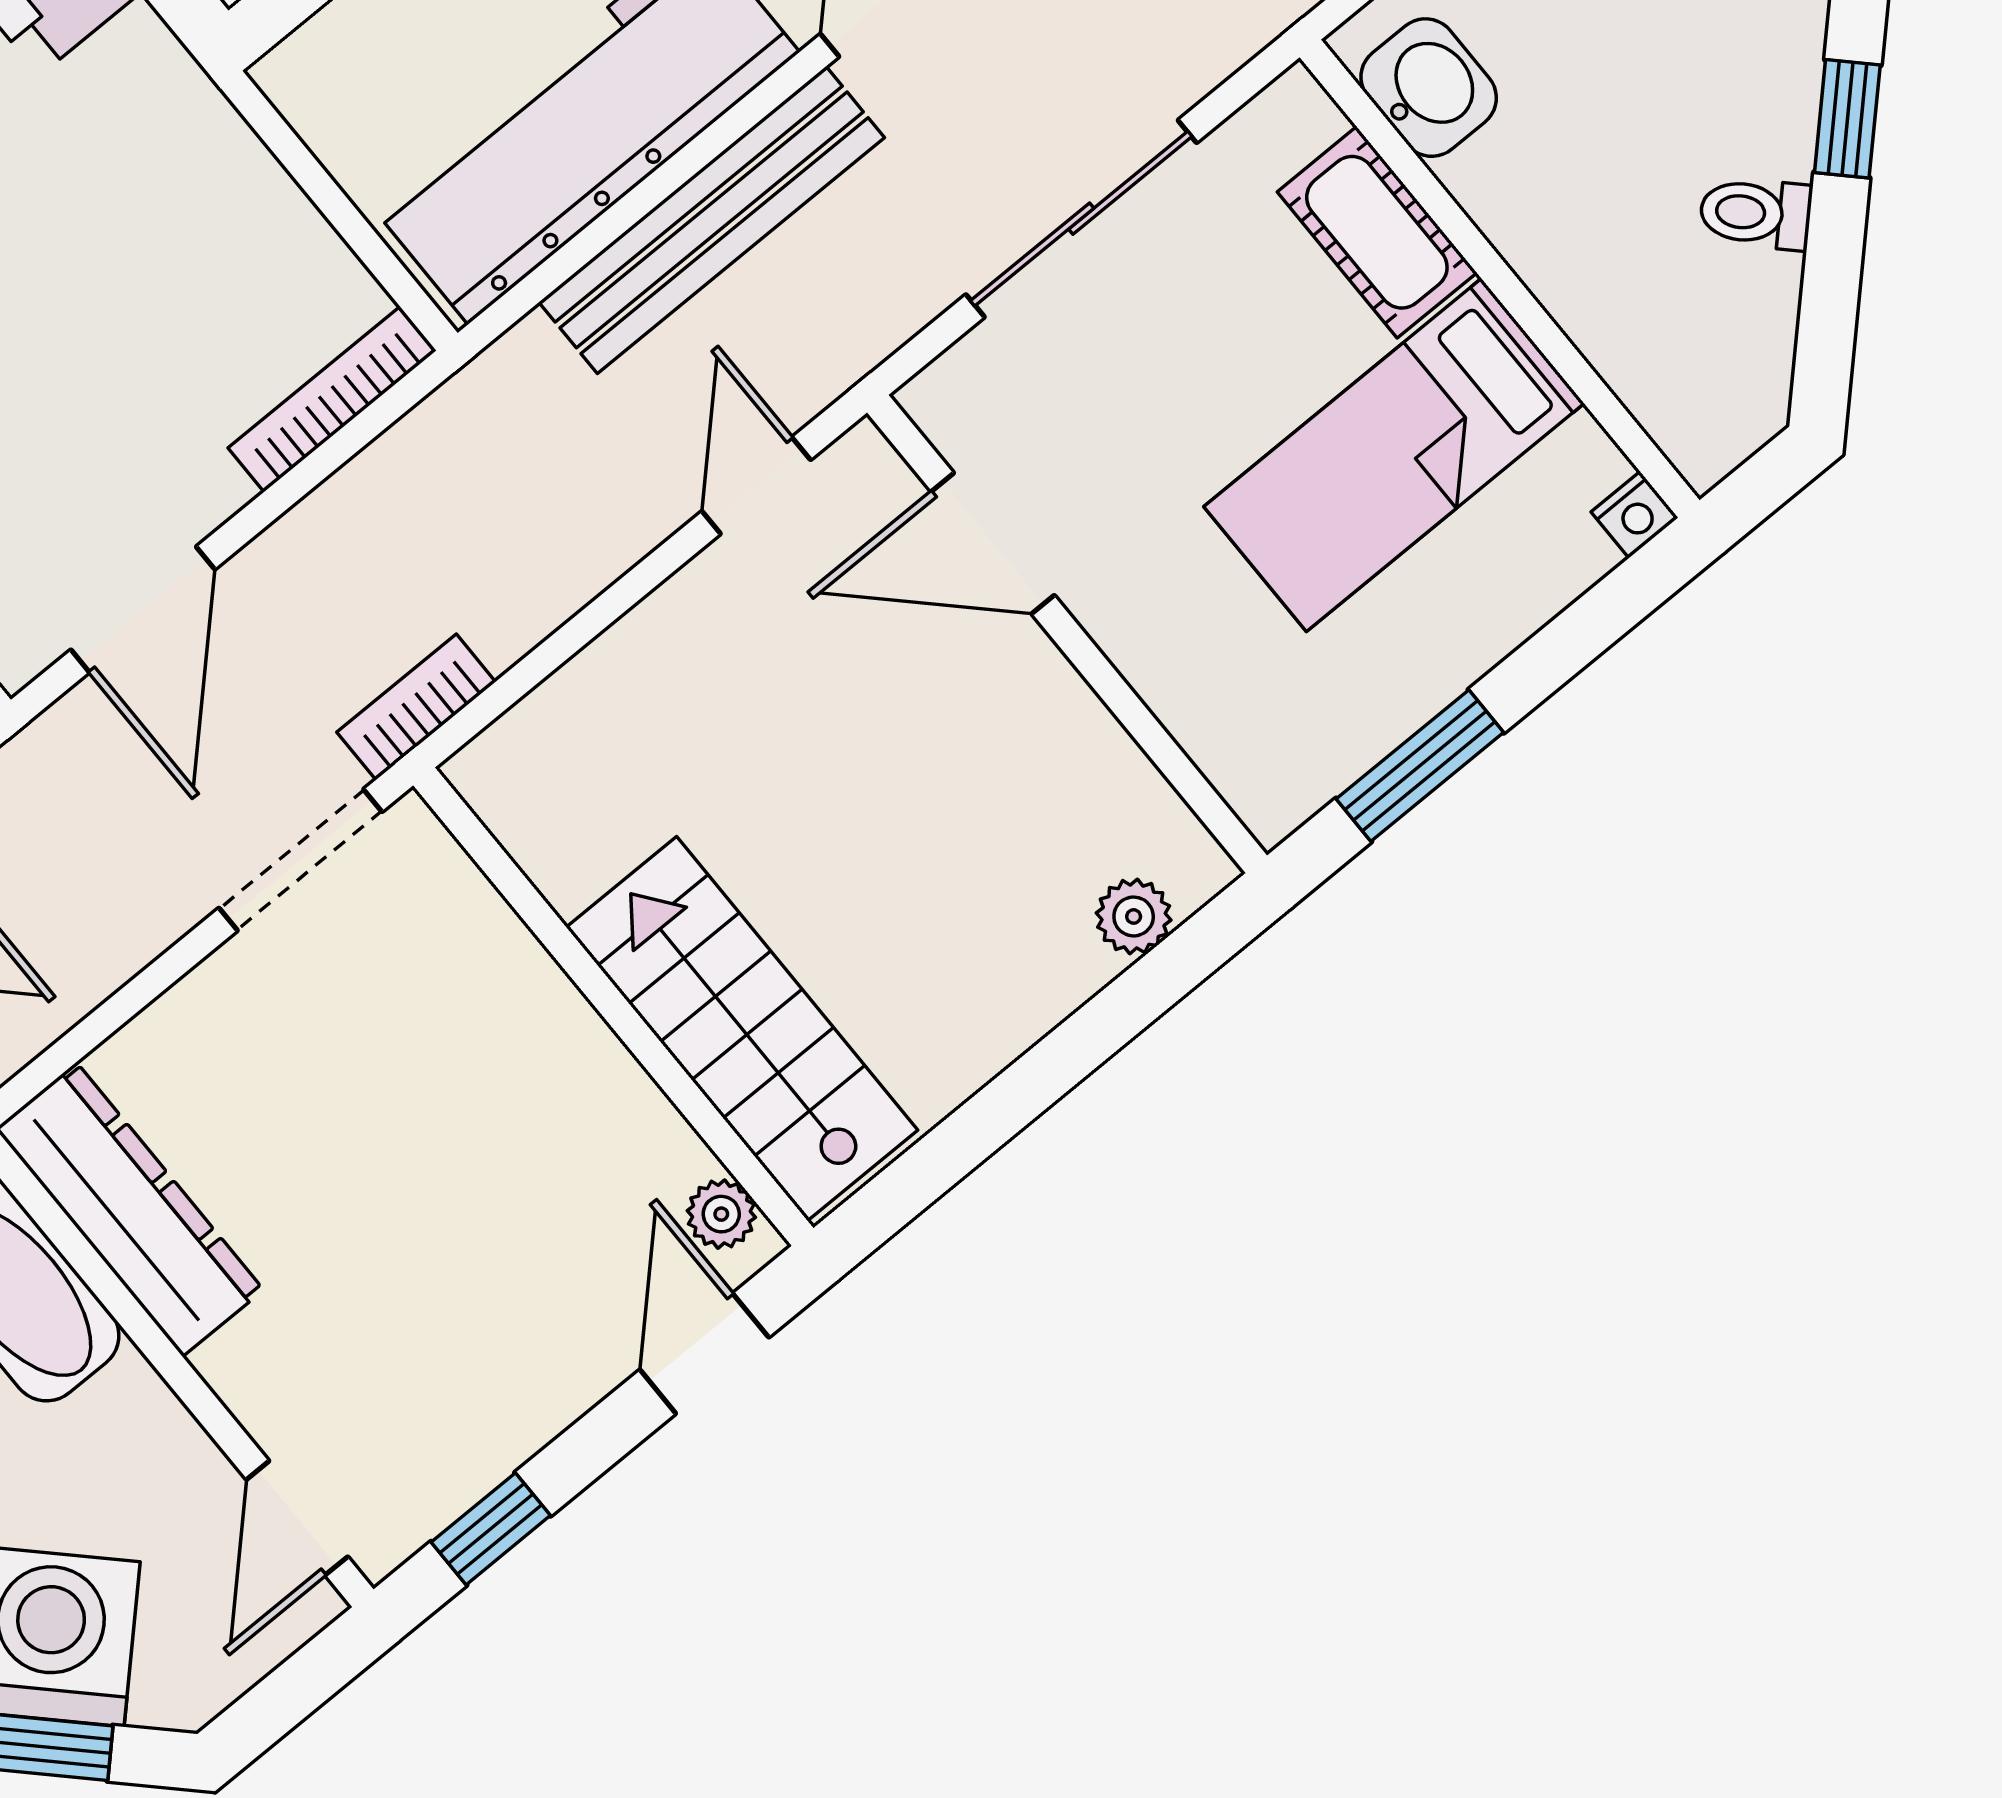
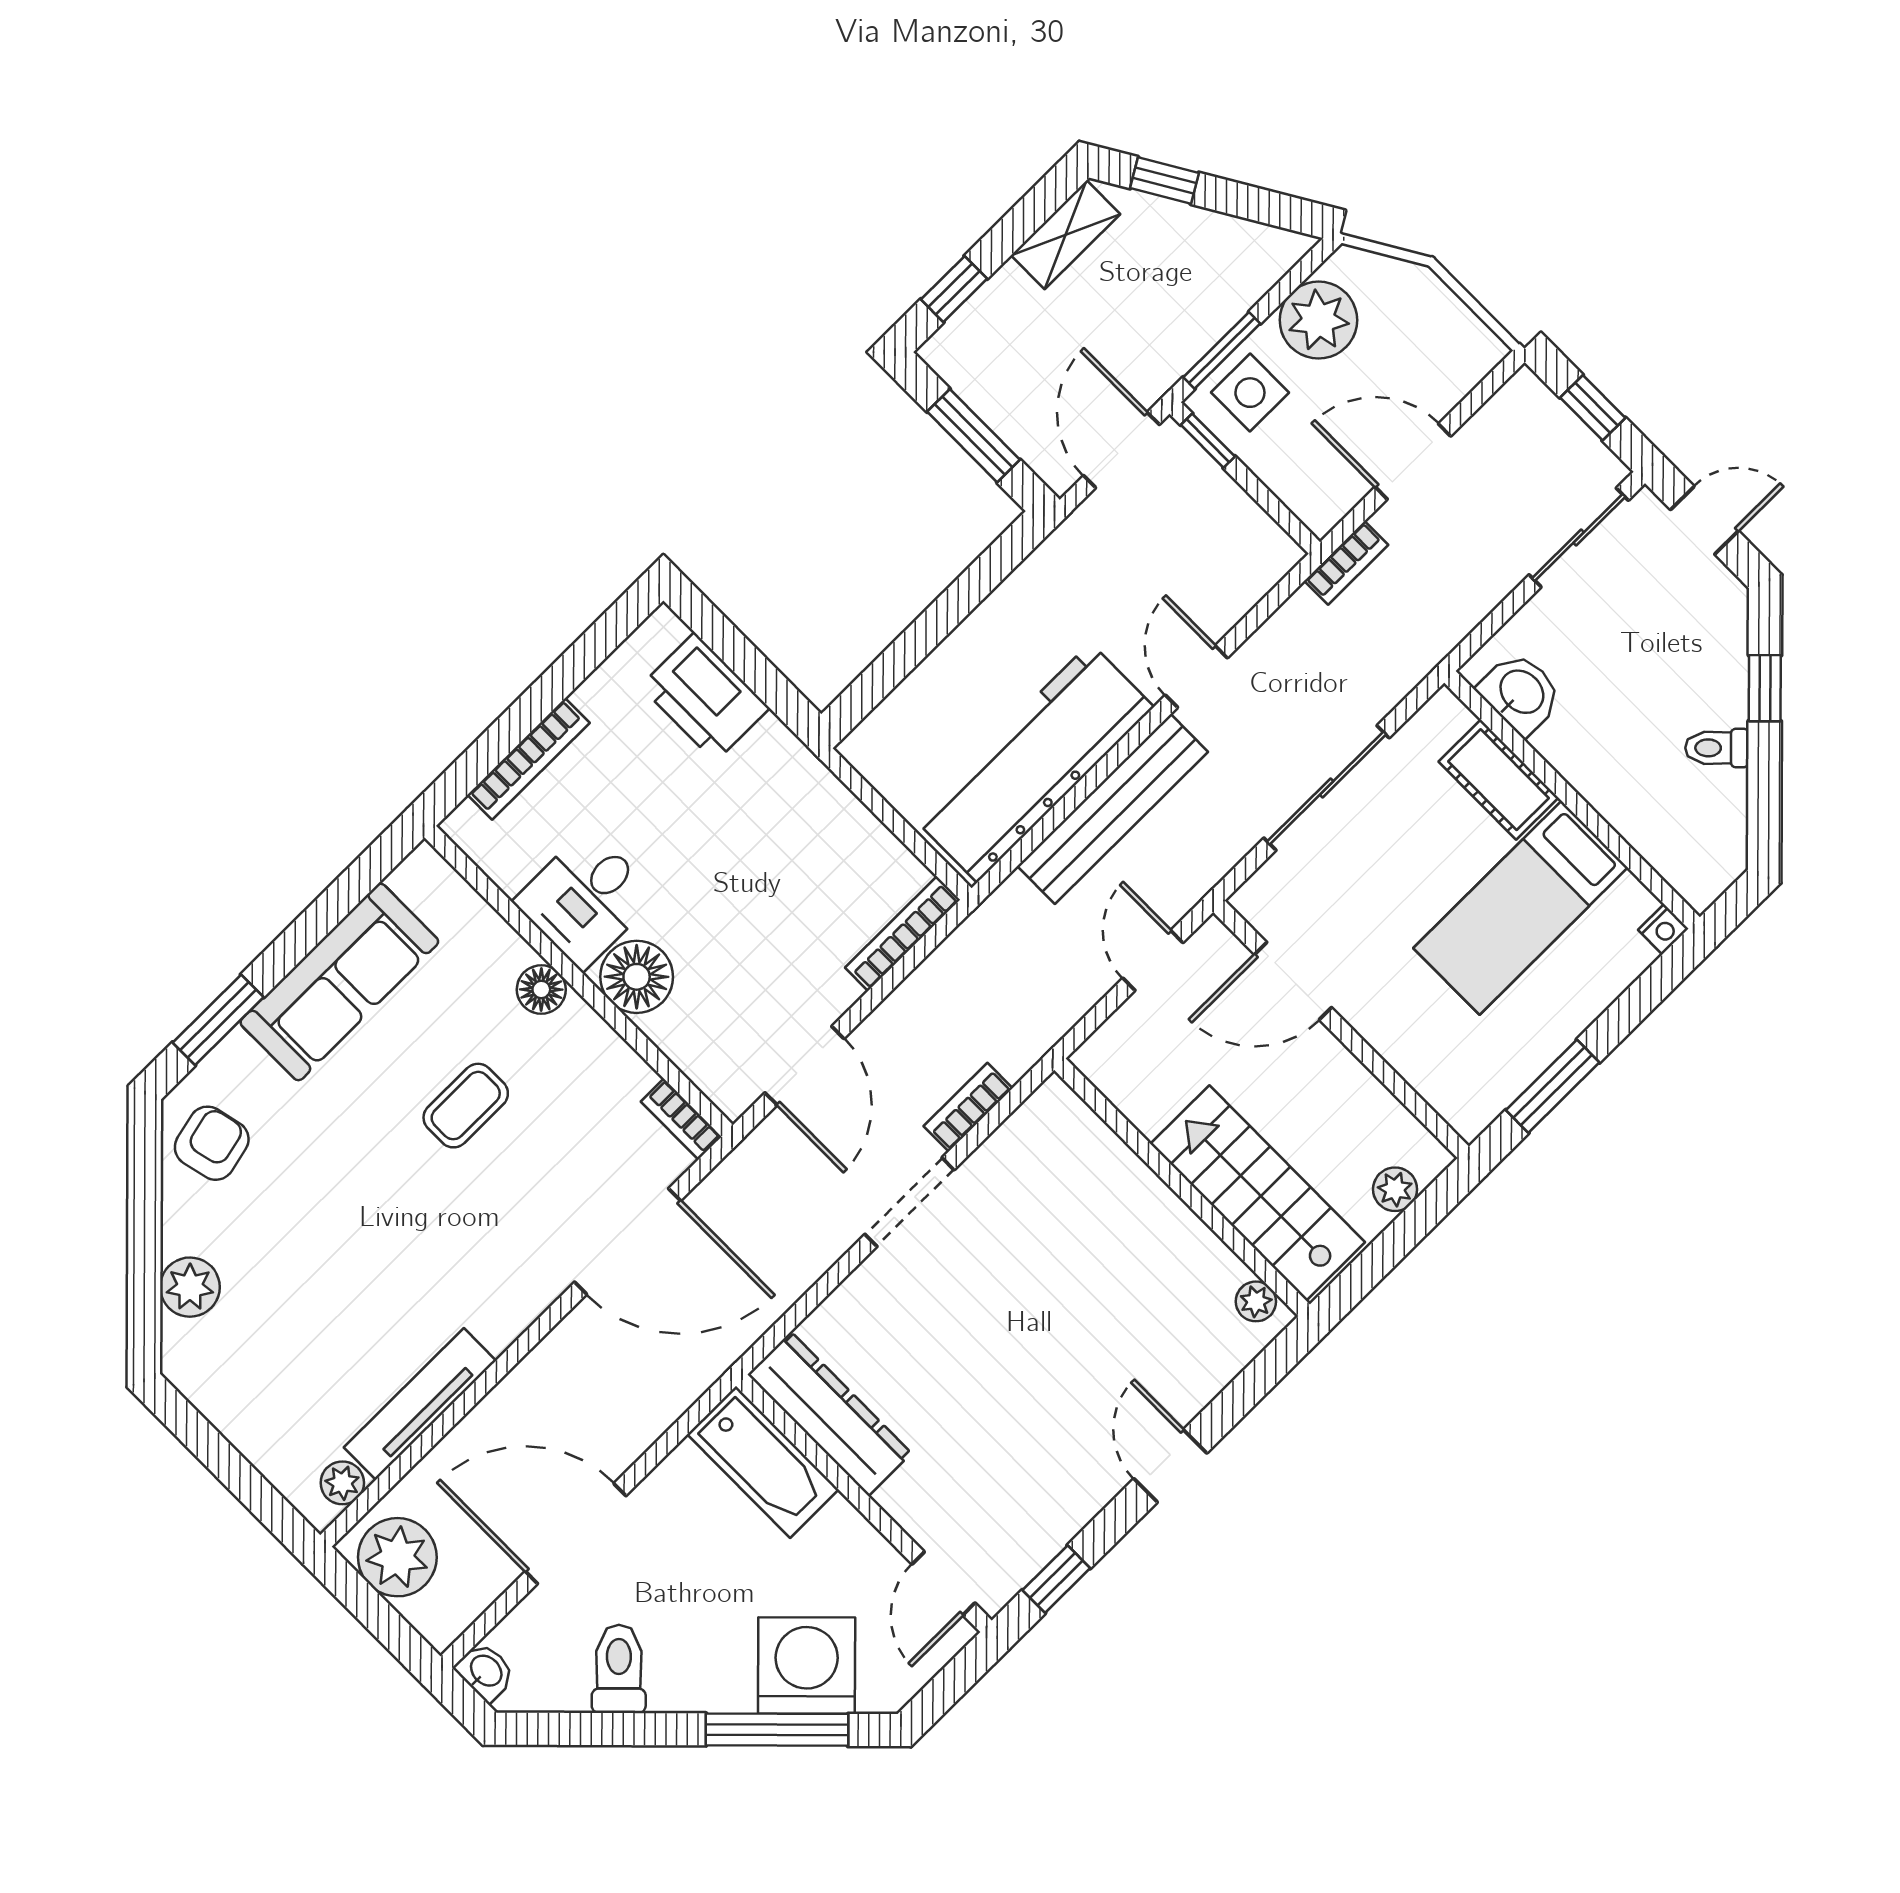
wall: (613, 1007) -> (1182, 1187), moved
stairs: (742, 1029) -> (1258, 1193), moved
plant: (721, 1214) -> (1256, 1301), moved

